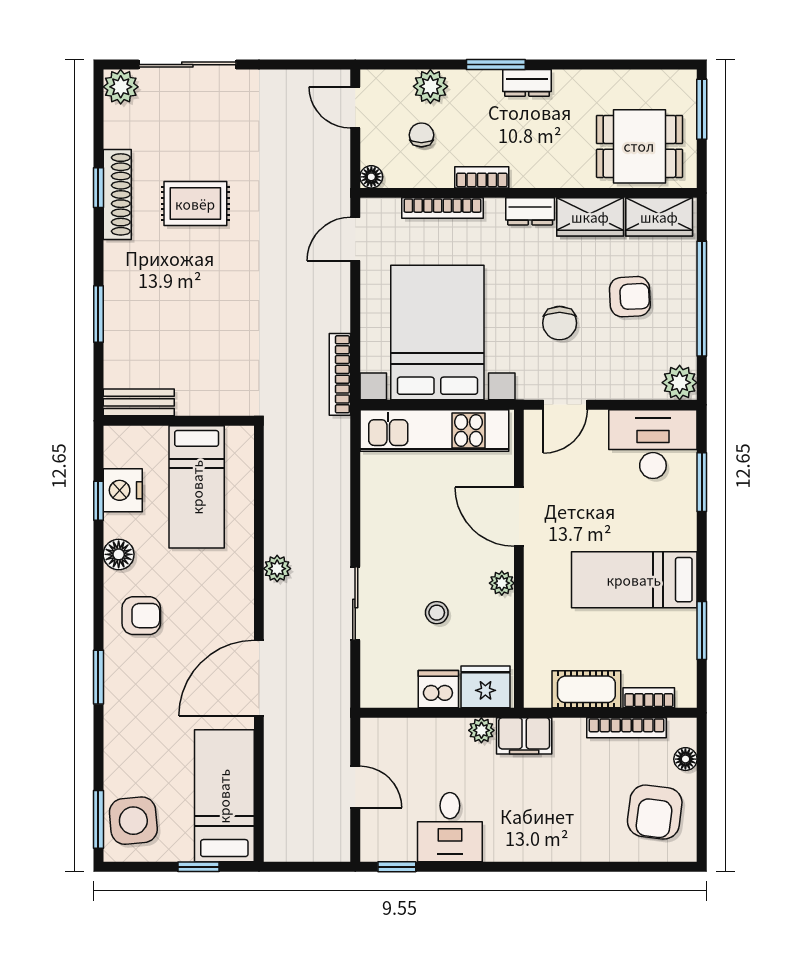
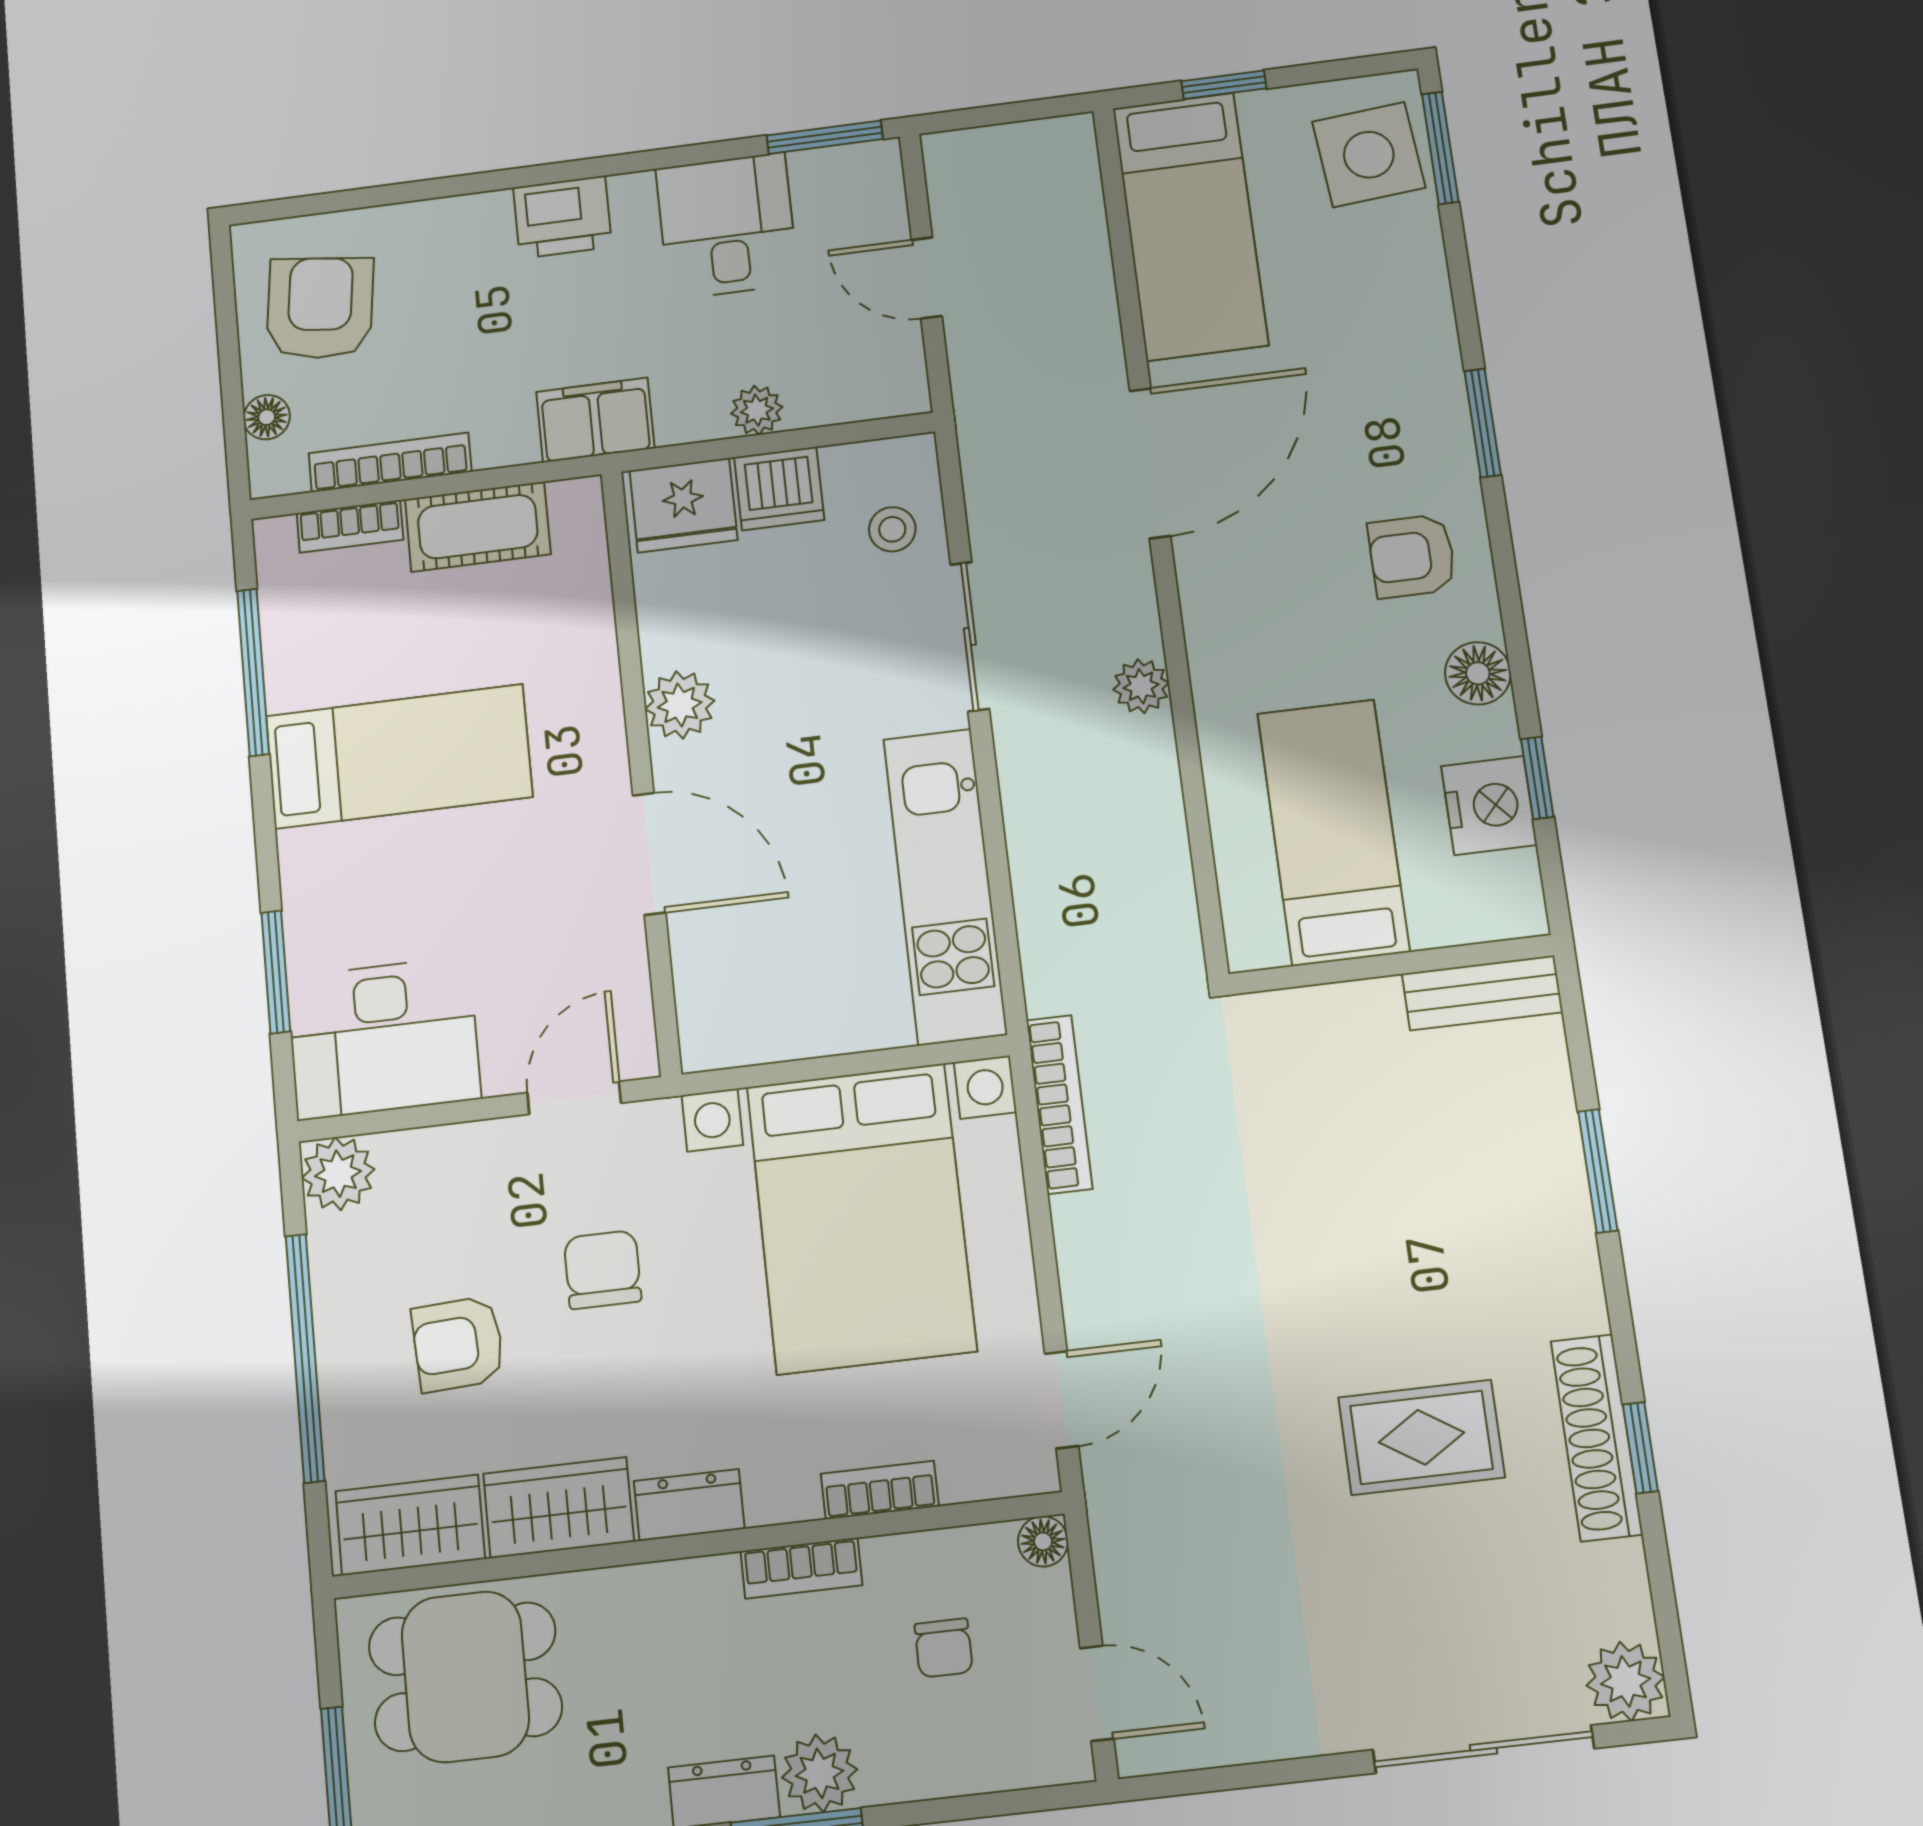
plant: (430, 86) -> (820, 1773), moved
bookcase: (442, 208) -> (880, 1490), width x0.64
kitchen unit: (434, 430) -> (945, 886), moved, turned -90
plant: (502, 583) -> (680, 705), width x1.38, depth x1.38
stool: (437, 613) -> (892, 529), moved
window: (702, 631) -> (253, 672), width x1.44
plant: (481, 730) -> (757, 410), moved
printer: (531, 843) -> (562, 217), added
window: (397, 867) -> (825, 137), width x1.50

